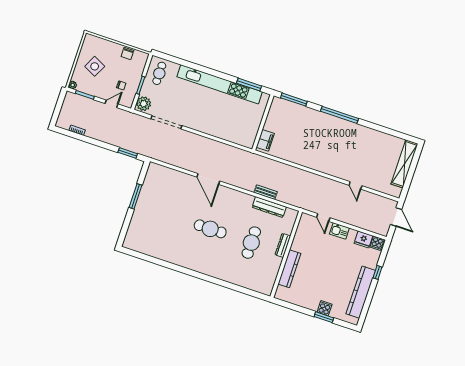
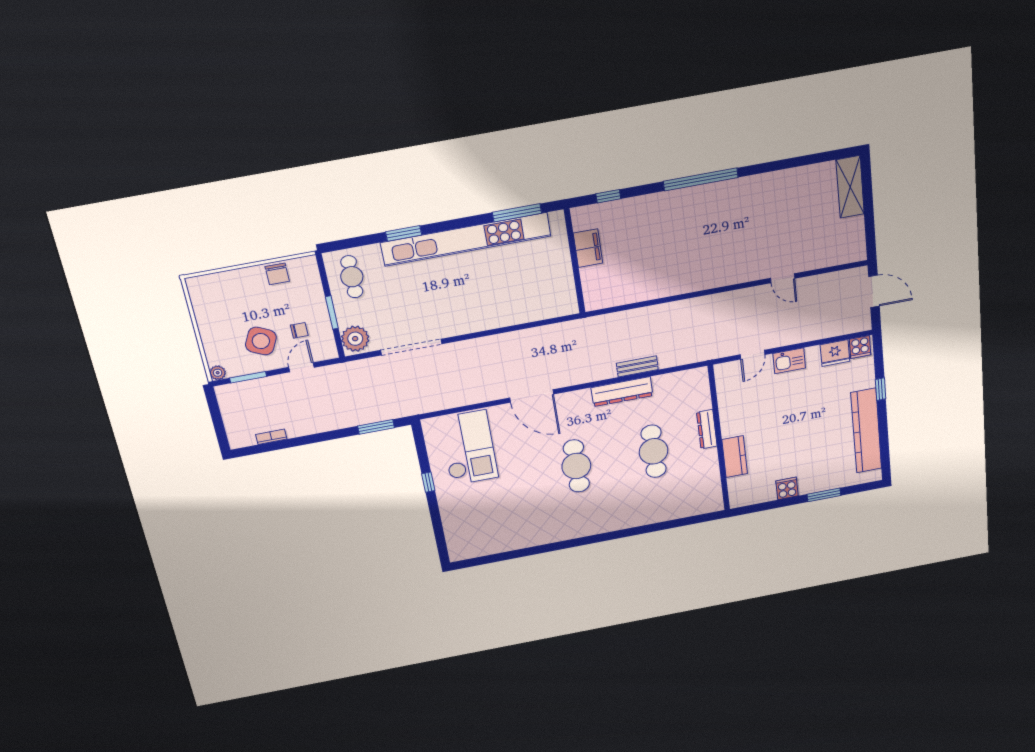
side table: (95, 66) -> (261, 341), moved
window: (194, 66) -> (404, 233), added
window: (294, 100) -> (608, 196), width x0.46
filing cabinet: (265, 140) -> (588, 248), moved
shelving: (404, 164) -> (850, 187), width x0.68
checkout: (164, 189) -> (469, 448), added
window: (135, 196) -> (428, 482), width x0.46
dresser: (269, 207) -> (622, 392), moved
door: (323, 217) -> (752, 355), hinge flipped
cafe table: (210, 229) -> (576, 466), turned 90
kitchen counter: (289, 269) -> (735, 457), width x0.67
cooker: (325, 308) -> (787, 488), moved

